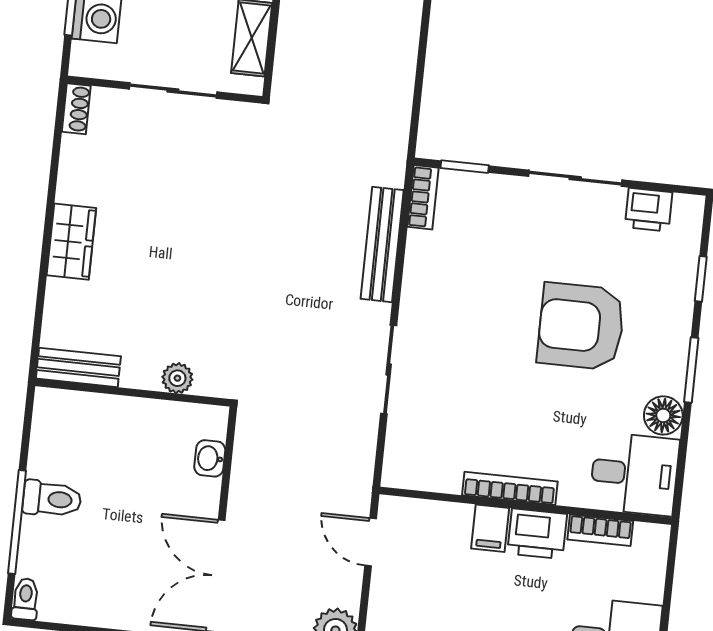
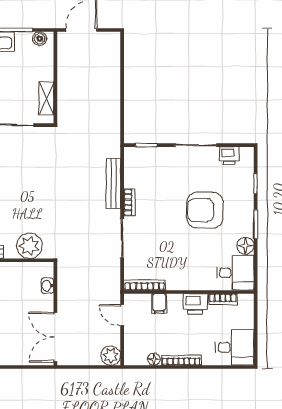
bookcase: (423, 197) -> (129, 202), moved
plant: (177, 378) -> (29, 246), width x1.87, depth x1.87
bookcase: (510, 488) -> (145, 285), moved
filing cabinet: (490, 528) -> (159, 304), moved

